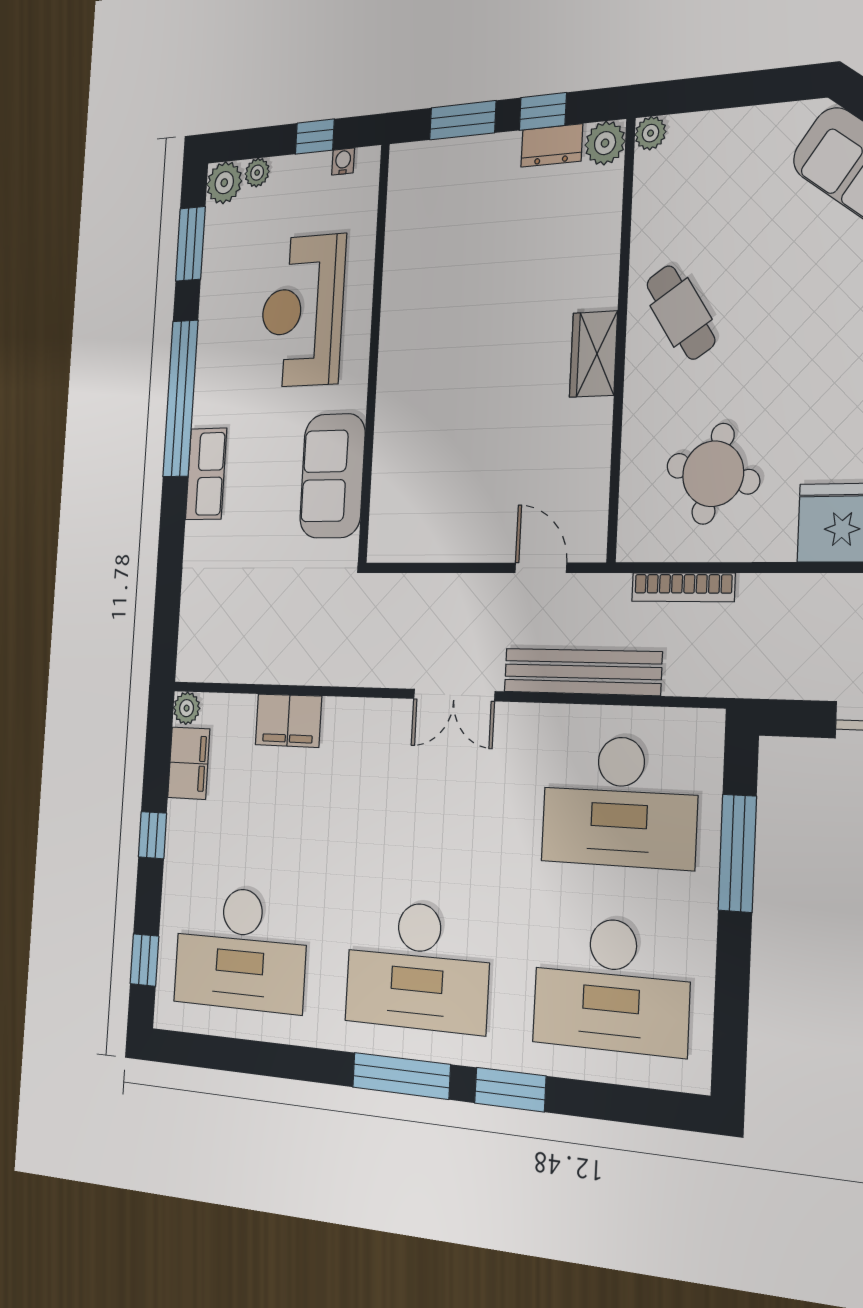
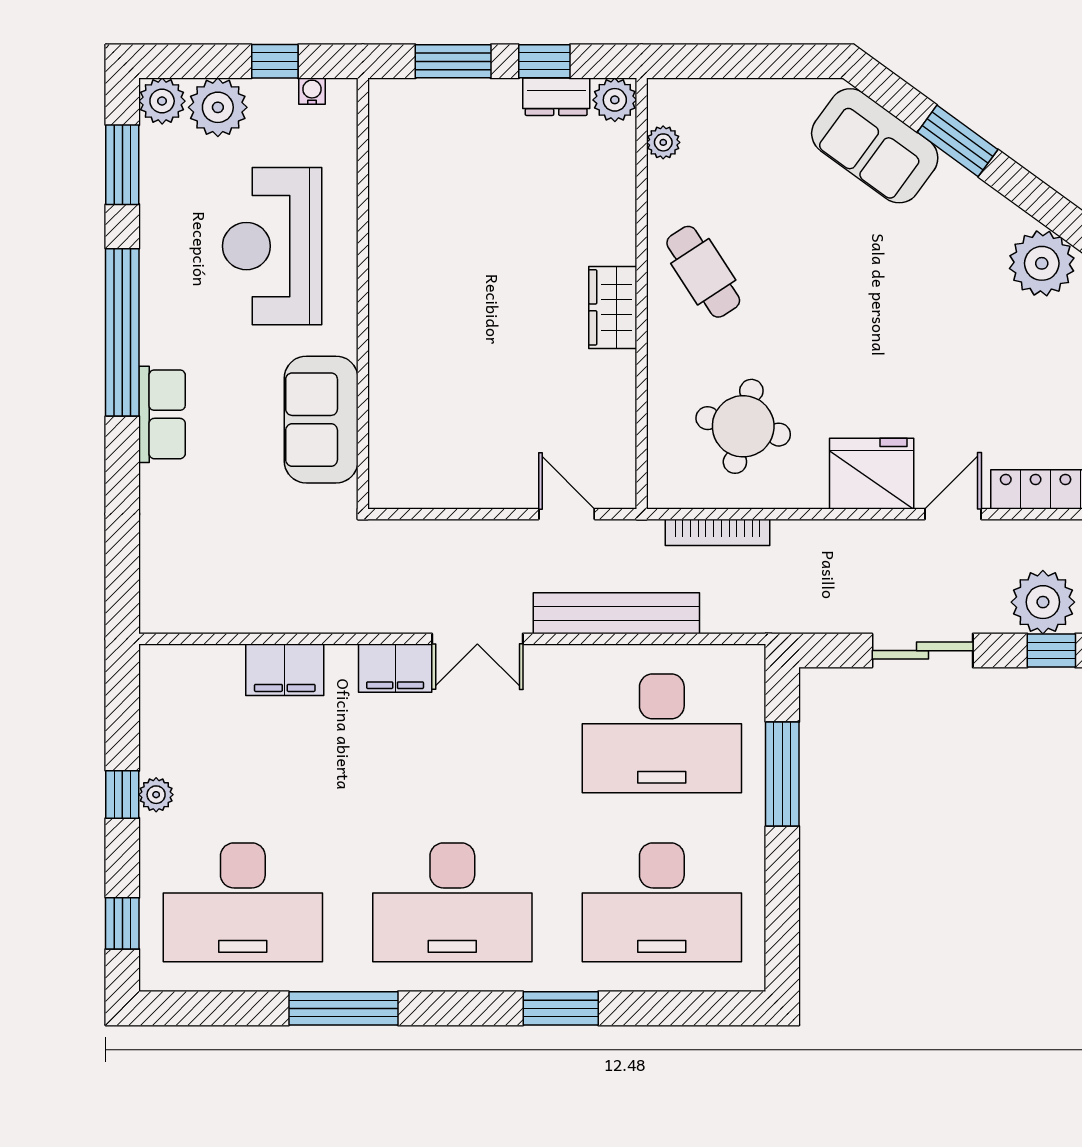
plant: (650, 133) -> (663, 142), moved
plant: (257, 173) -> (218, 107), width x1.88, depth x1.88
plant: (187, 708) -> (156, 795), moved
filing cabinet: (189, 763) -> (395, 668), moved, turned 90
window: (401, 1076) -> (343, 1008), moved

